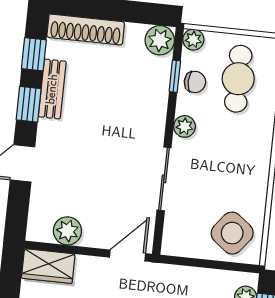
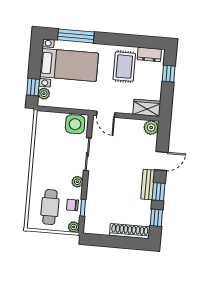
plant: (160, 40) -> (91, 226), removed
bench: (52, 89) -> (148, 185), moved
plant: (67, 231) -> (151, 128), moved
side table: (232, 233) -> (75, 124), moved, turned -38
door: (127, 255) -> (106, 114), hinge flipped

